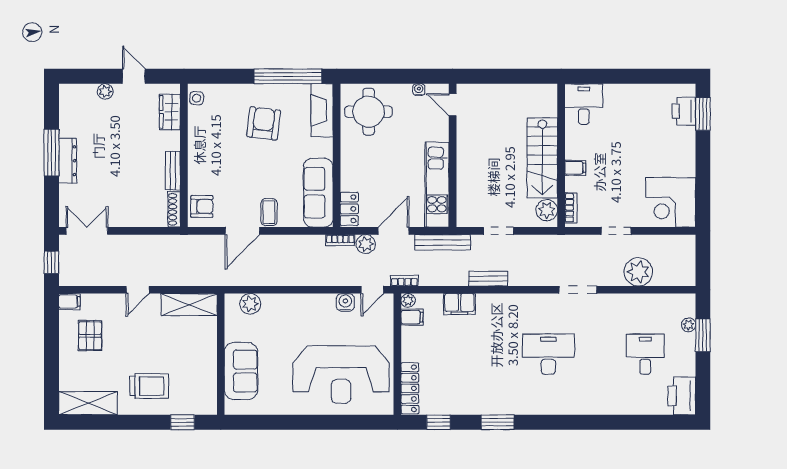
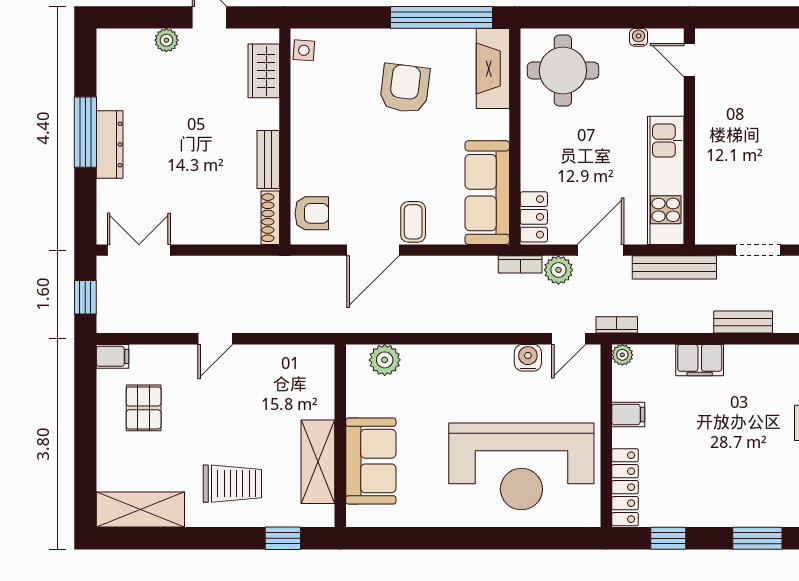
shelving: (189, 305) -> (318, 462), moved, turned 90
filing cabinet: (412, 317) -> (628, 415), moved

